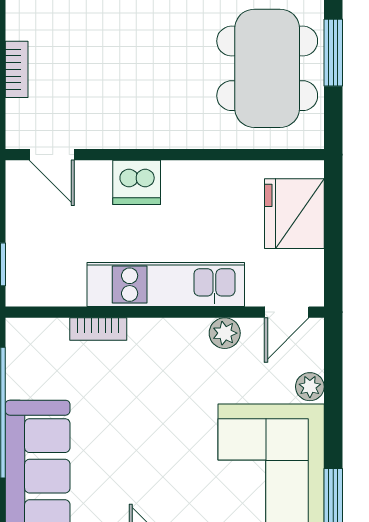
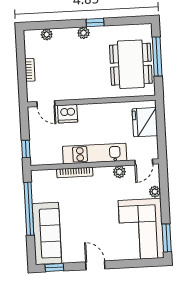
window: (333, 53) -> (157, 57), width x1.44
dishwasher: (137, 182) -> (68, 114), moved
bookcase: (98, 329) -> (75, 173), width x1.56

